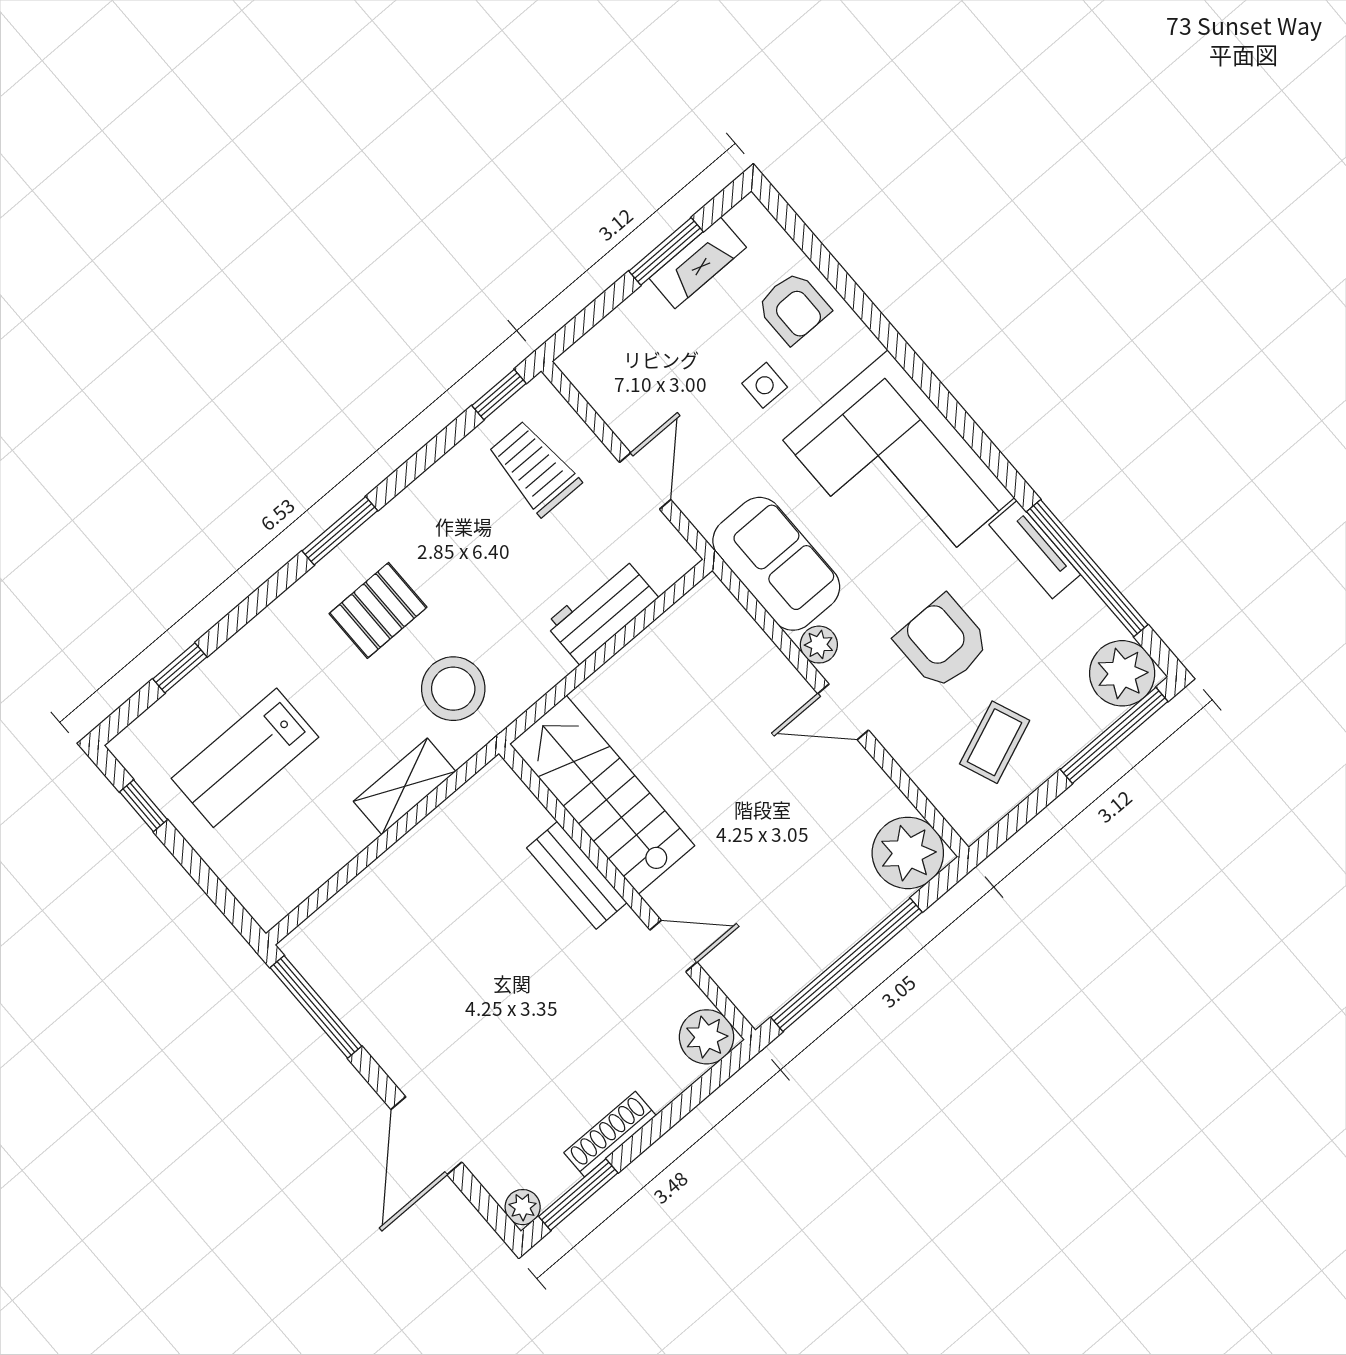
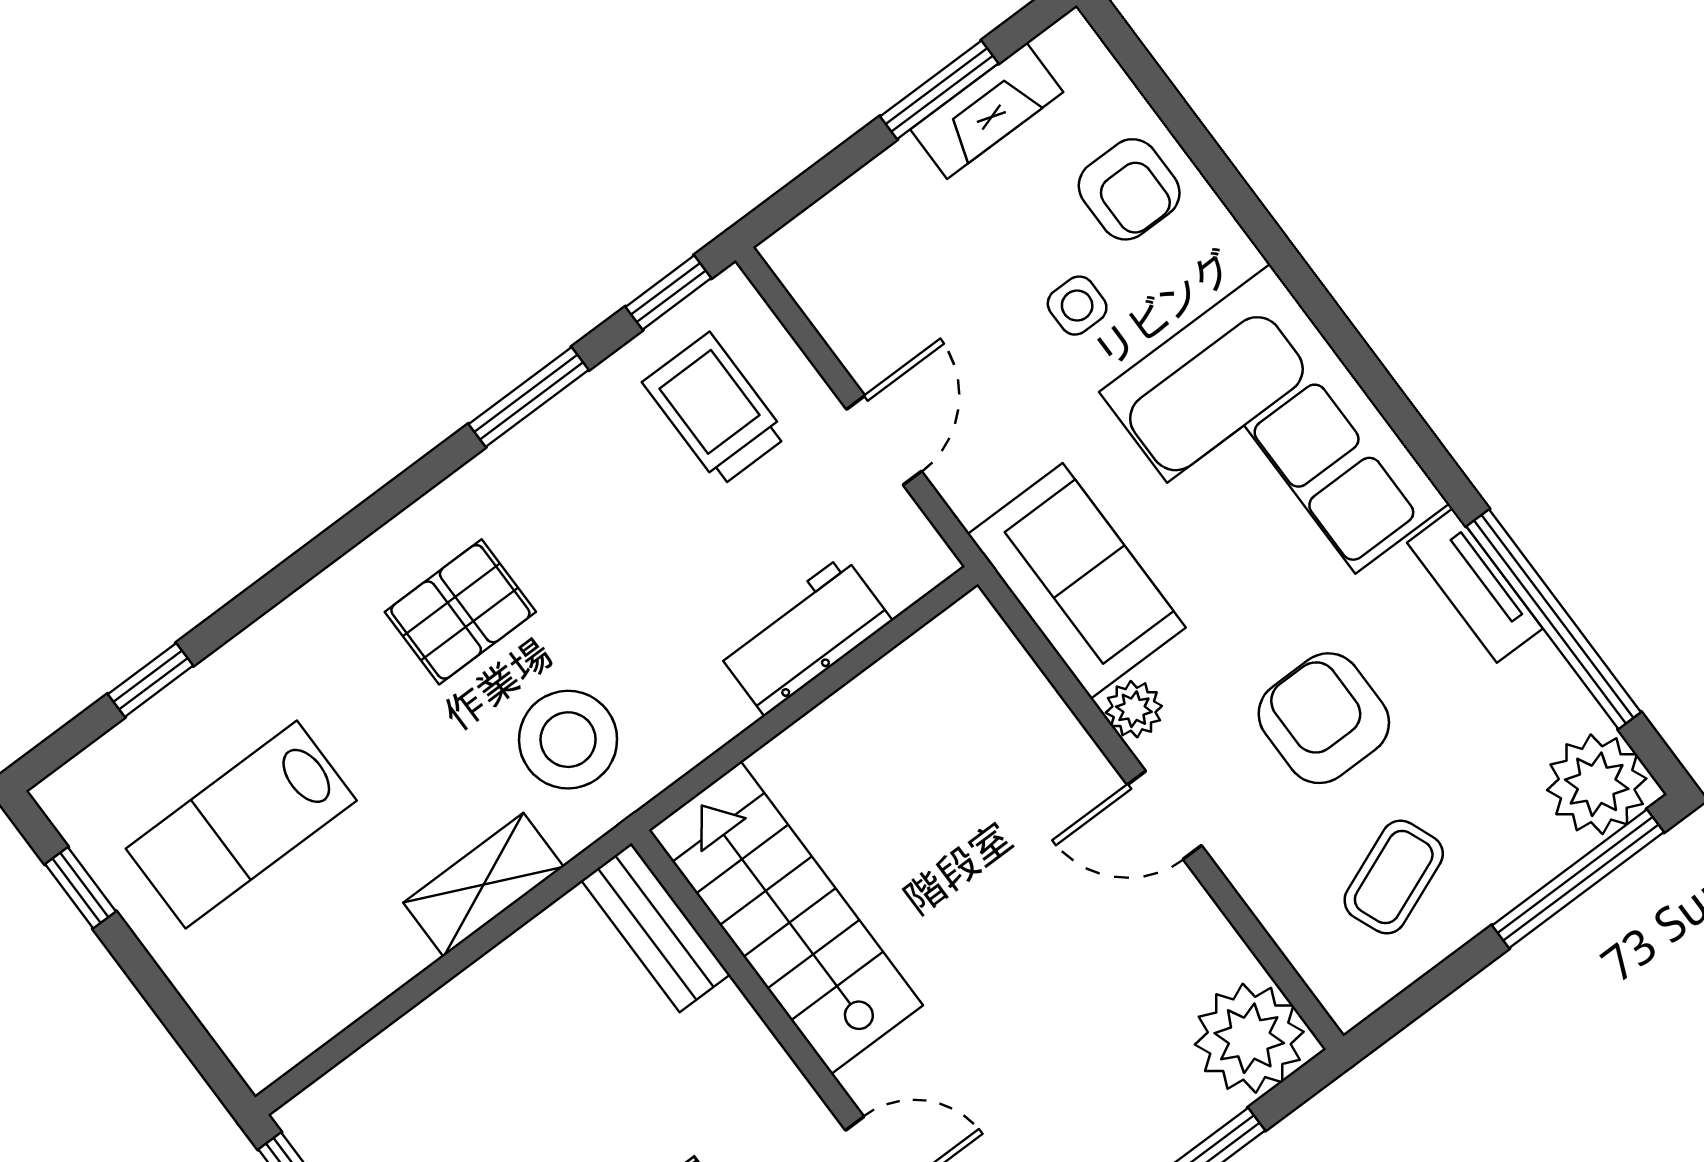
window: (340, 531) -> (529, 397), moved
bench: (577, 875) -> (656, 928), moved

